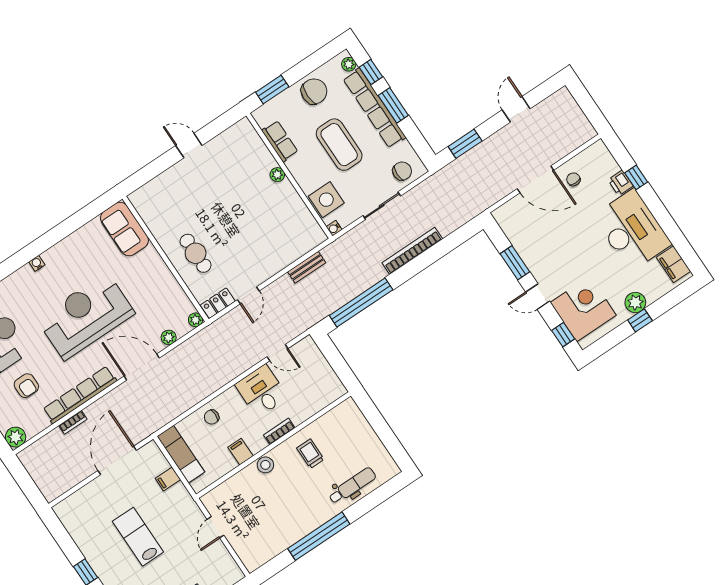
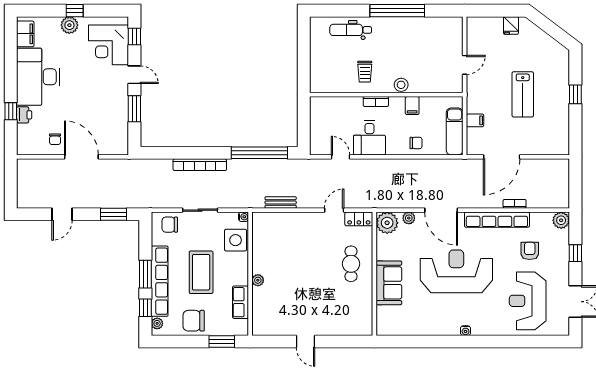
sofa: (124, 229) -> (389, 283), moved
reception desk: (86, 316) -> (456, 271), turned 180
plant: (195, 320) -> (387, 223), width x1.88, depth x1.88

